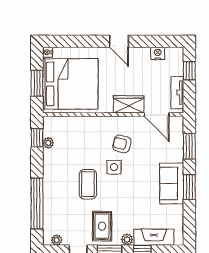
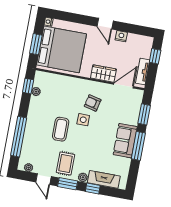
nightstand: (158, 53) -> (121, 36), moved
door: (157, 115) -> (124, 85), swing flipped
window: (189, 187) -> (138, 146), width x1.44

